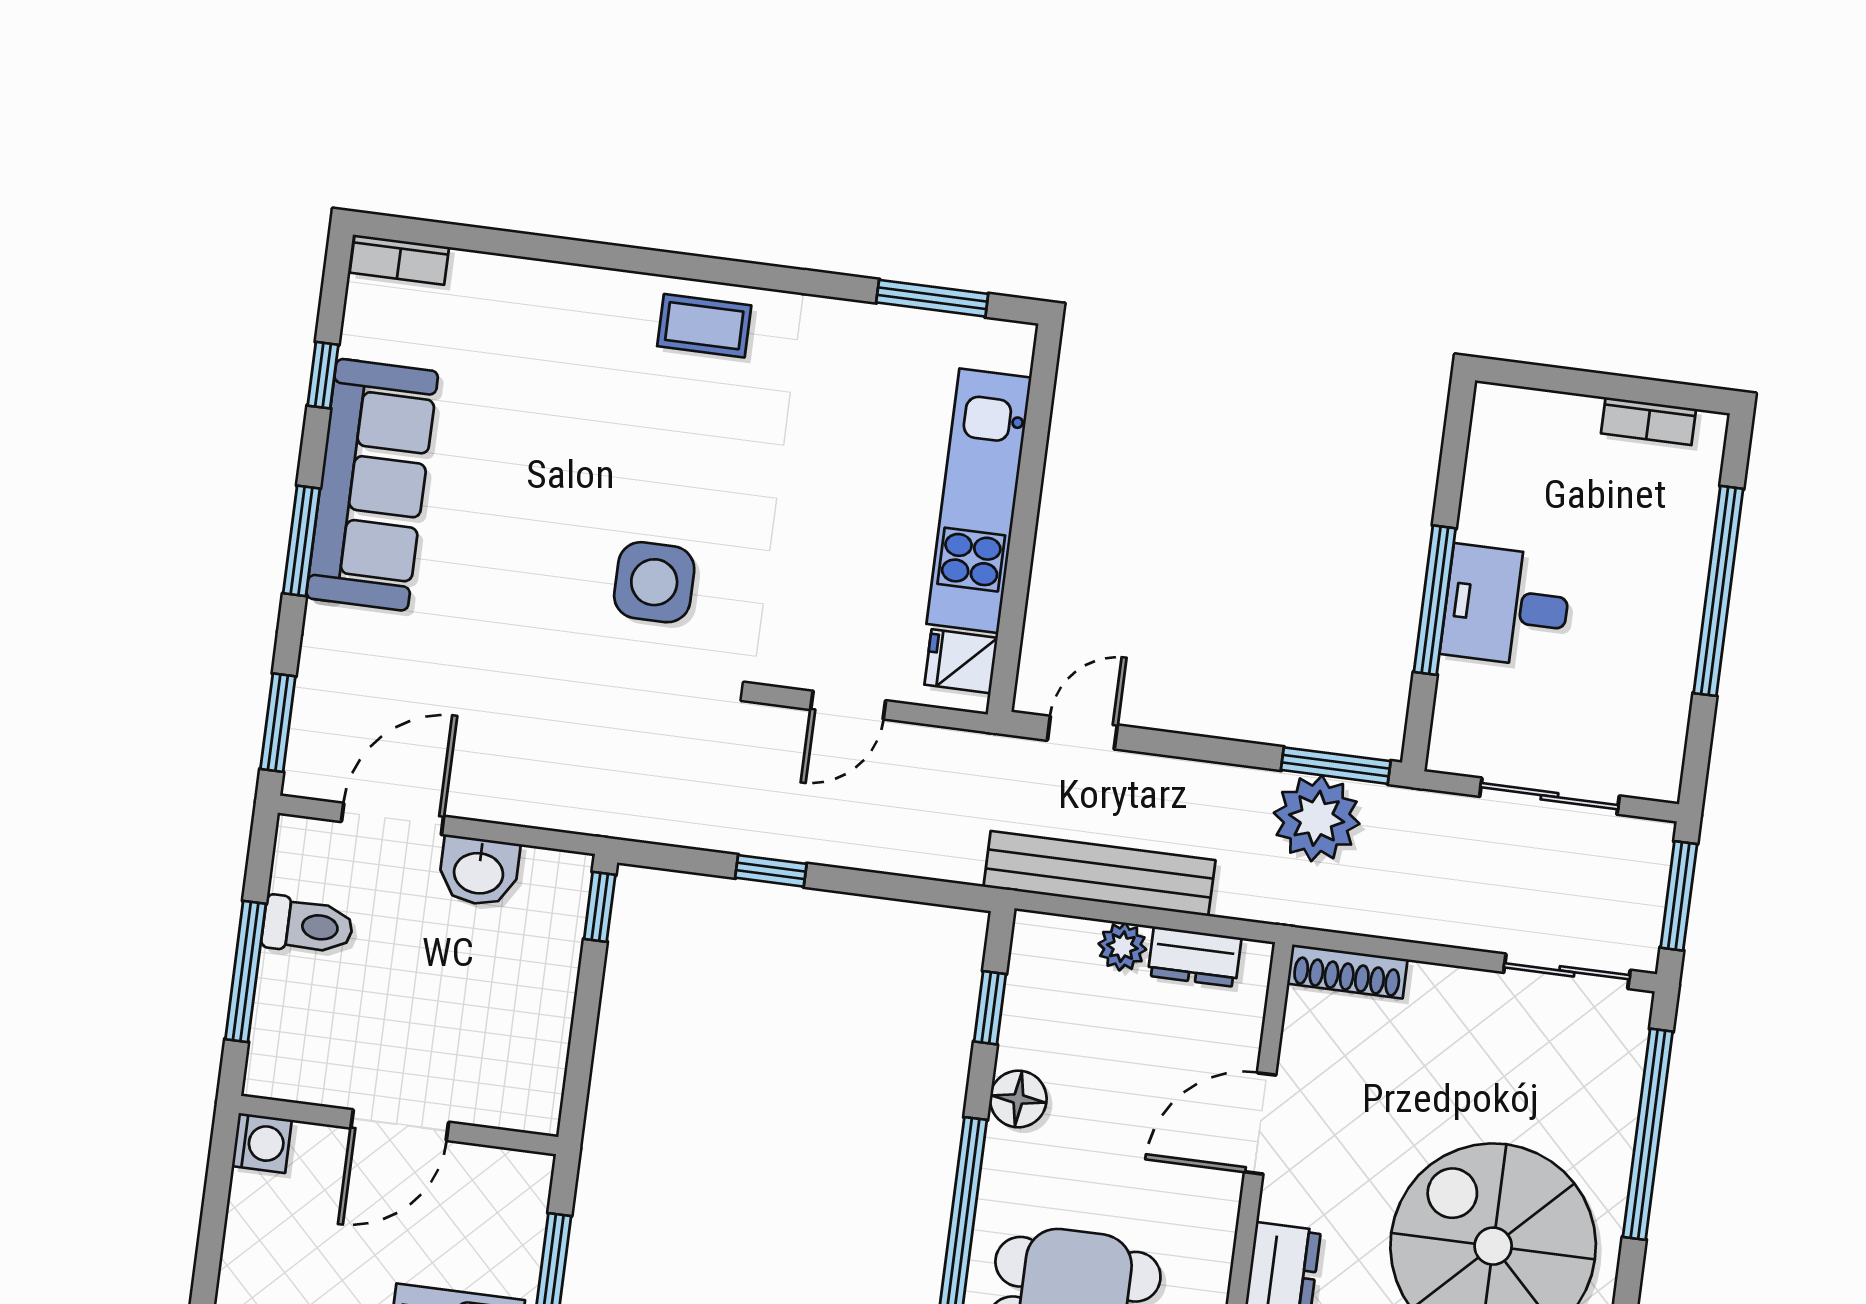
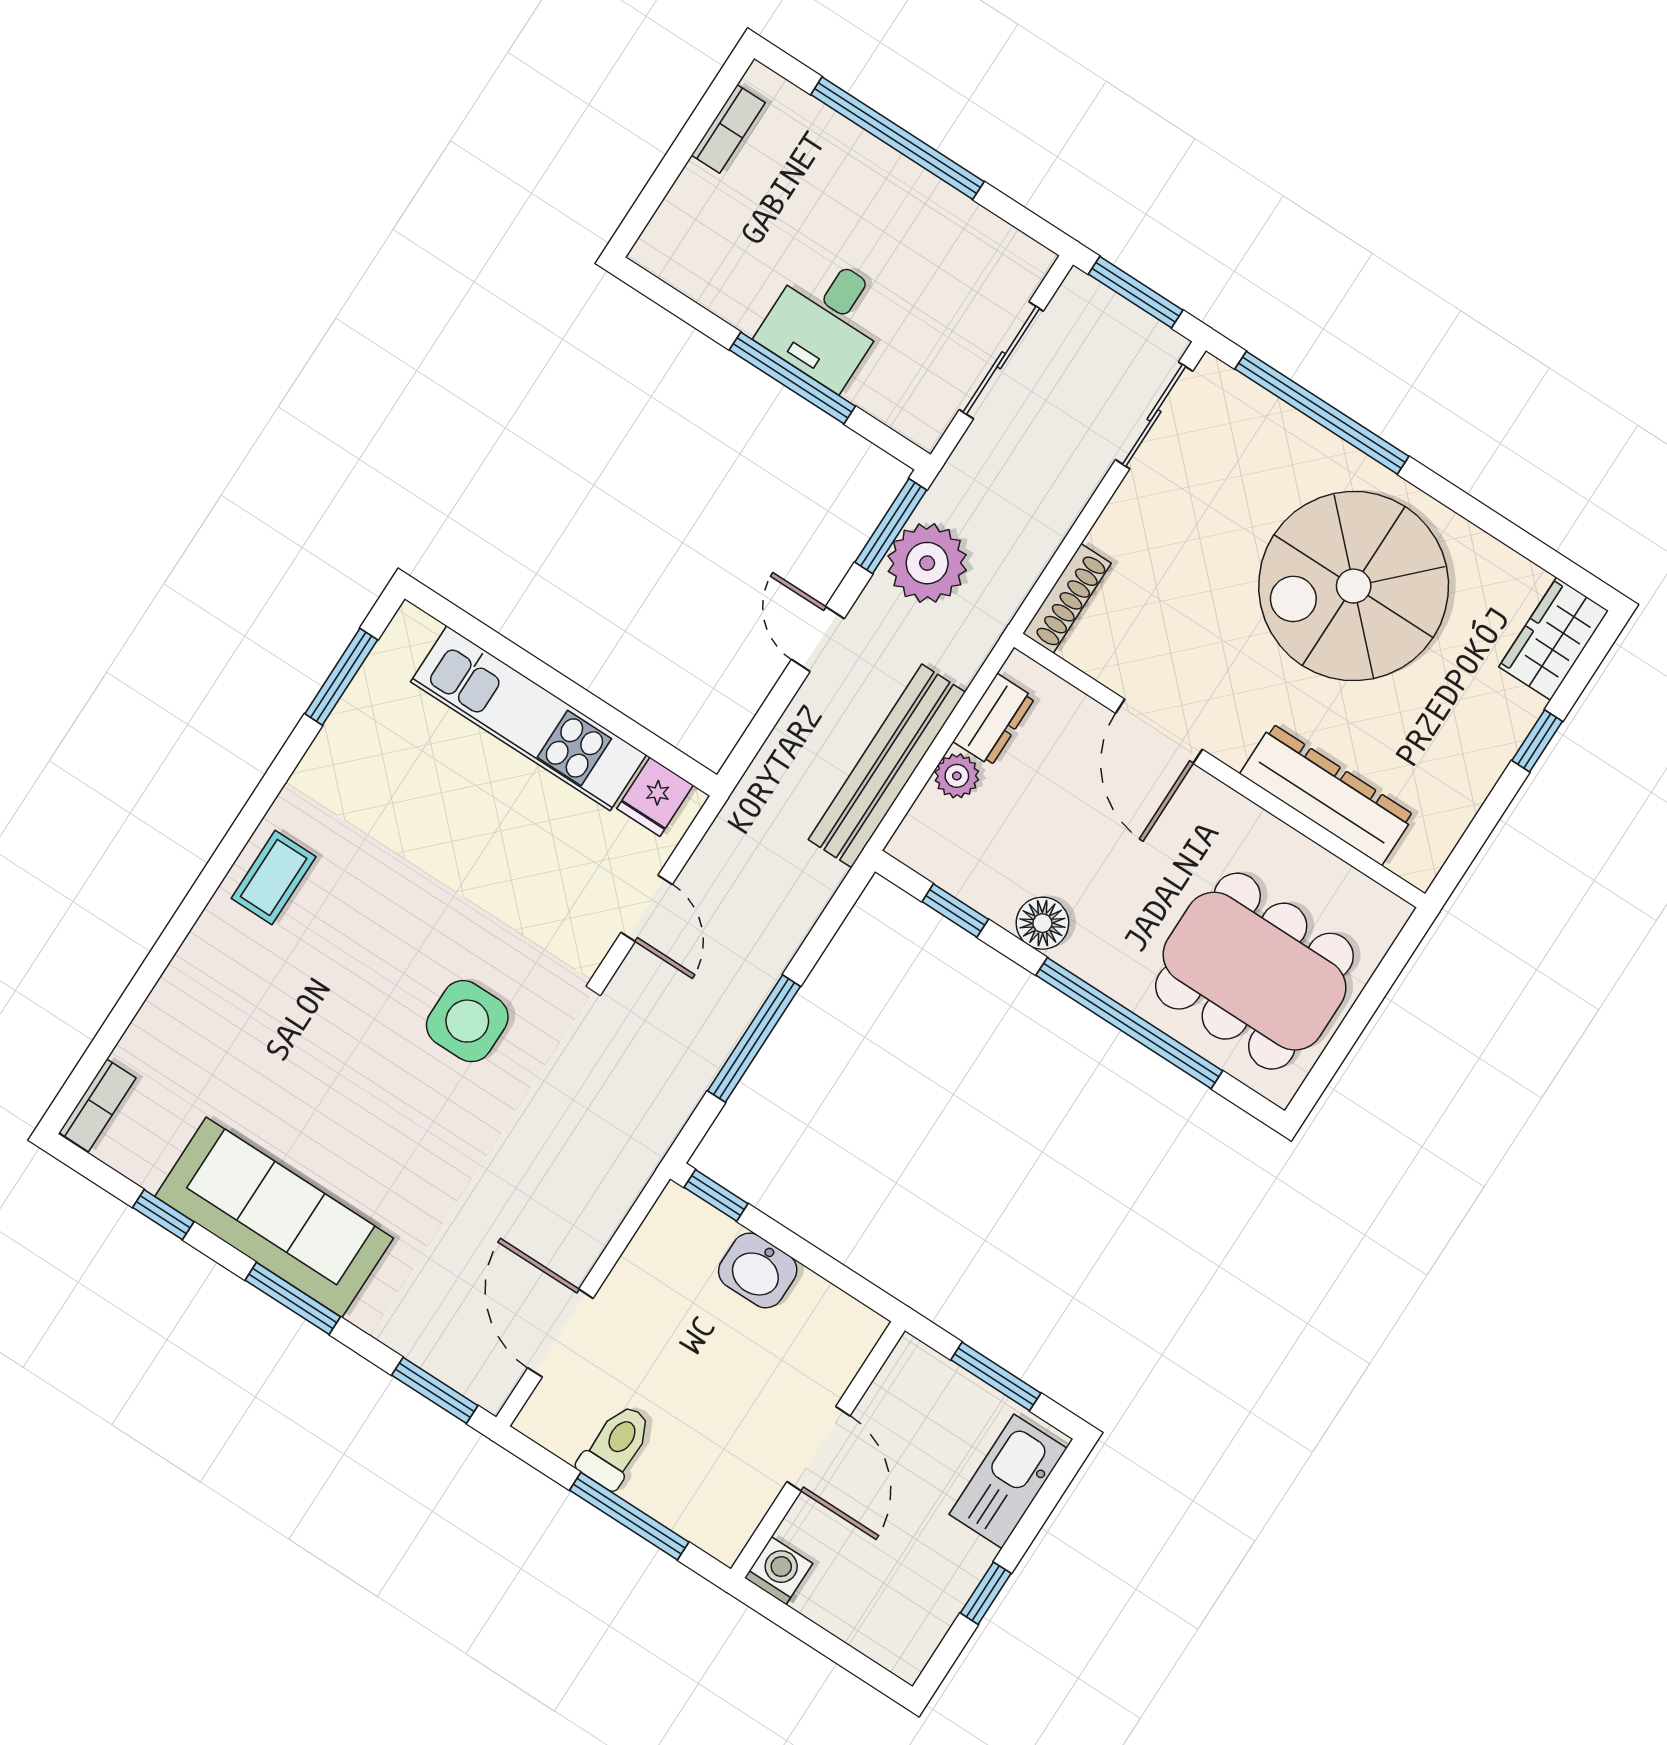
door: (1082, 733) -> (818, 639), moved
washbasin: (479, 871) -> (758, 1270), moved, turned 90
window: (771, 871) -> (754, 1039), width x2.17

